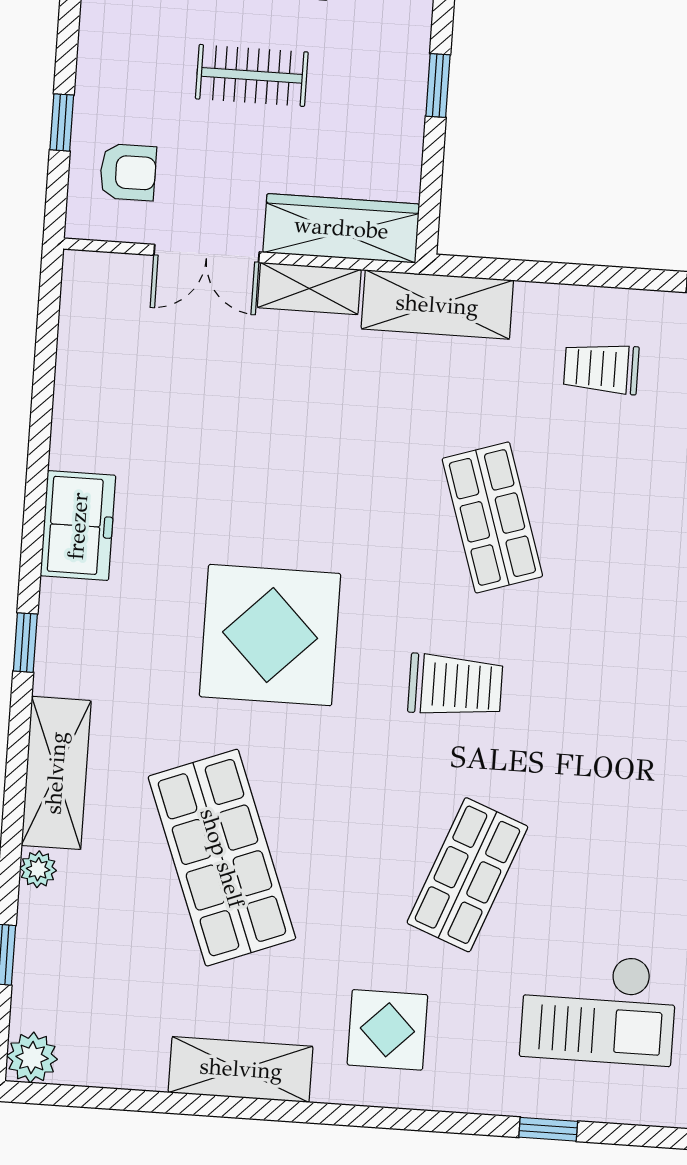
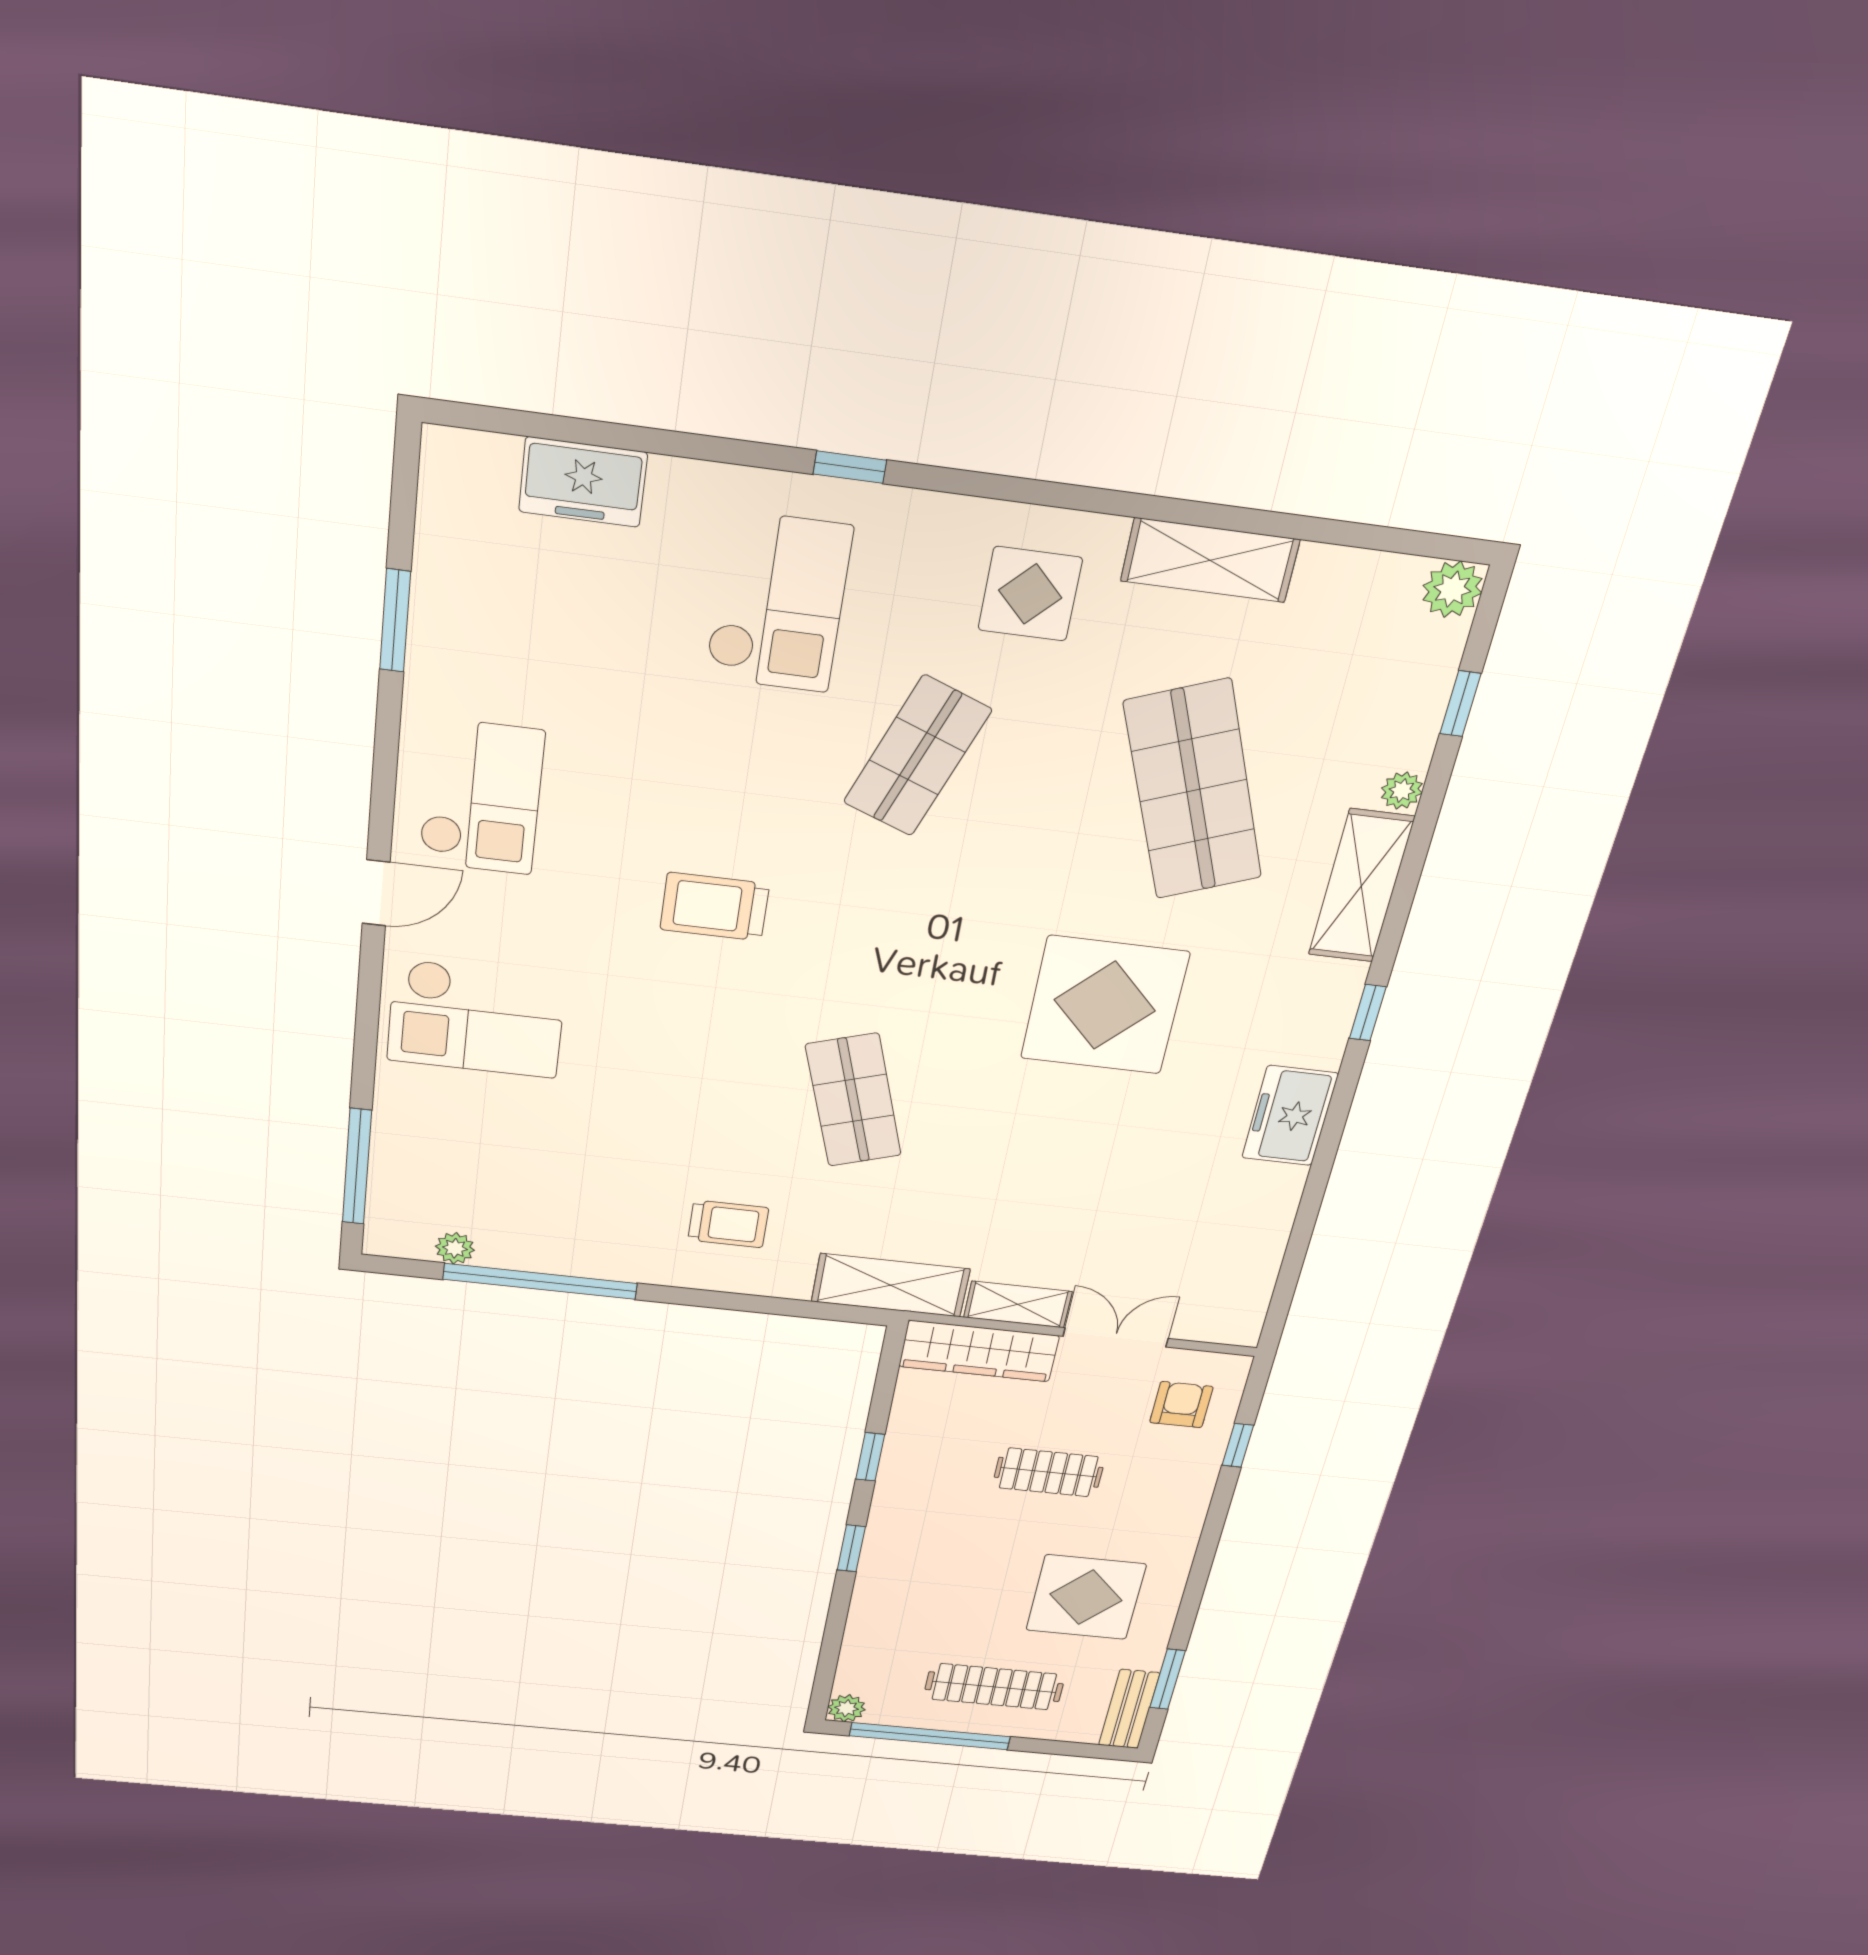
armchair: (128, 172) -> (1181, 1405), turned 90
trolley: (455, 686) -> (715, 907), moved
checkout: (598, 1008) -> (778, 602), turned 90

